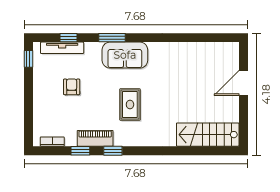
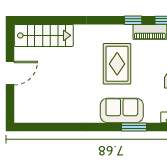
door: (243, 83) -> (10, 73), moved
rug: (130, 105) -> (117, 64), width x1.36, depth x1.43

